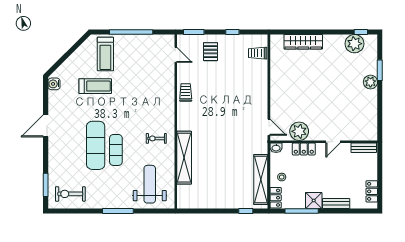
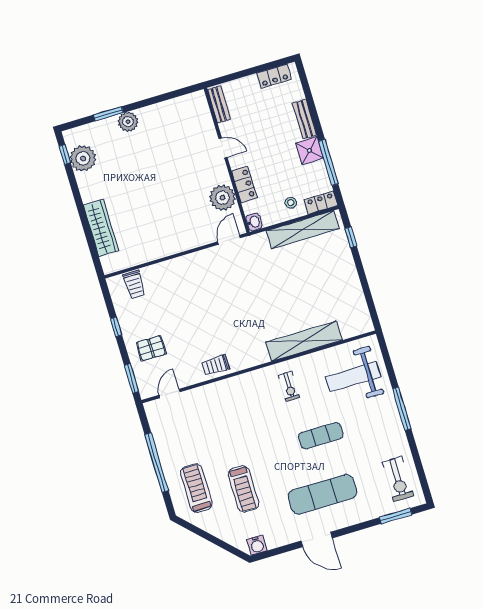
treadmill: (105, 54) -> (196, 488), turned -90
treadmill: (95, 86) -> (243, 489), turned 180
exercise mat: (96, 145) -> (322, 494), moved

